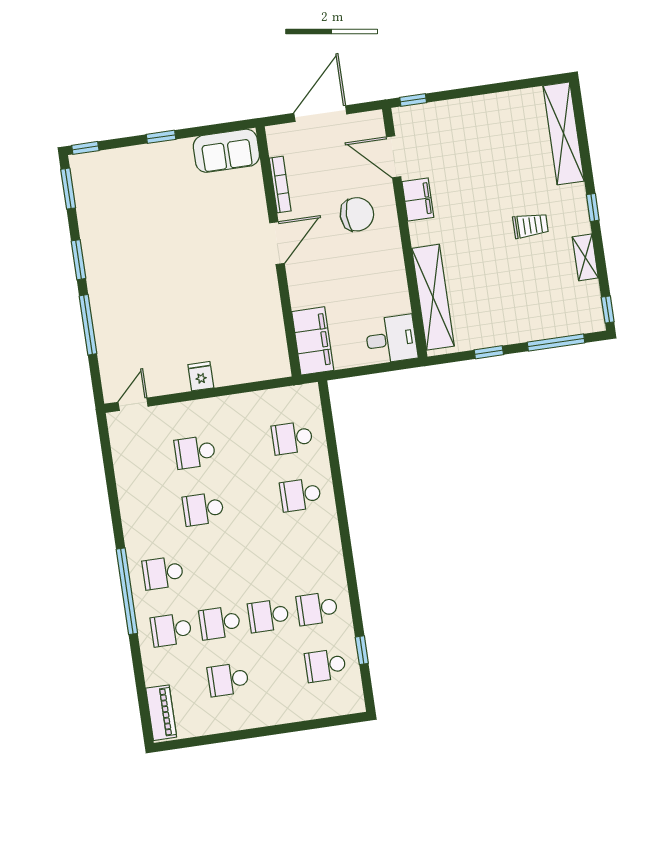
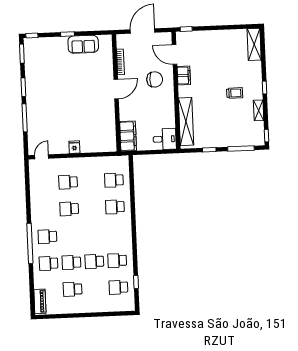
shelving: (564, 133) -> (254, 44), width x0.68
sofa: (226, 151) -> (83, 44), moved

